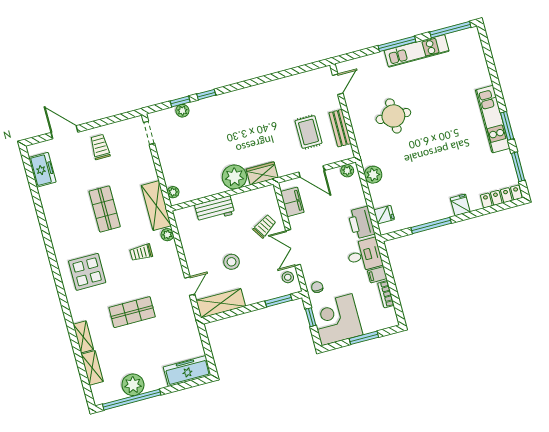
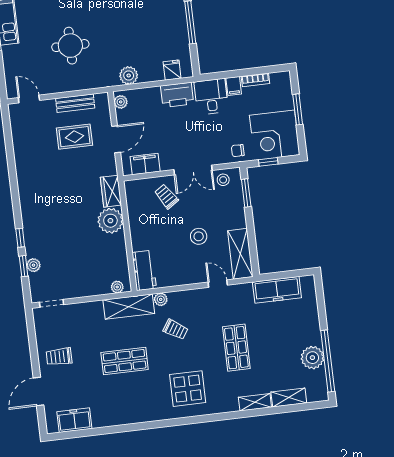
workbench: (215, 209) -> (144, 270), moved
trolley: (141, 253) -> (176, 329), turned -58
freezer: (187, 371) -> (277, 290), moved, turned -90

